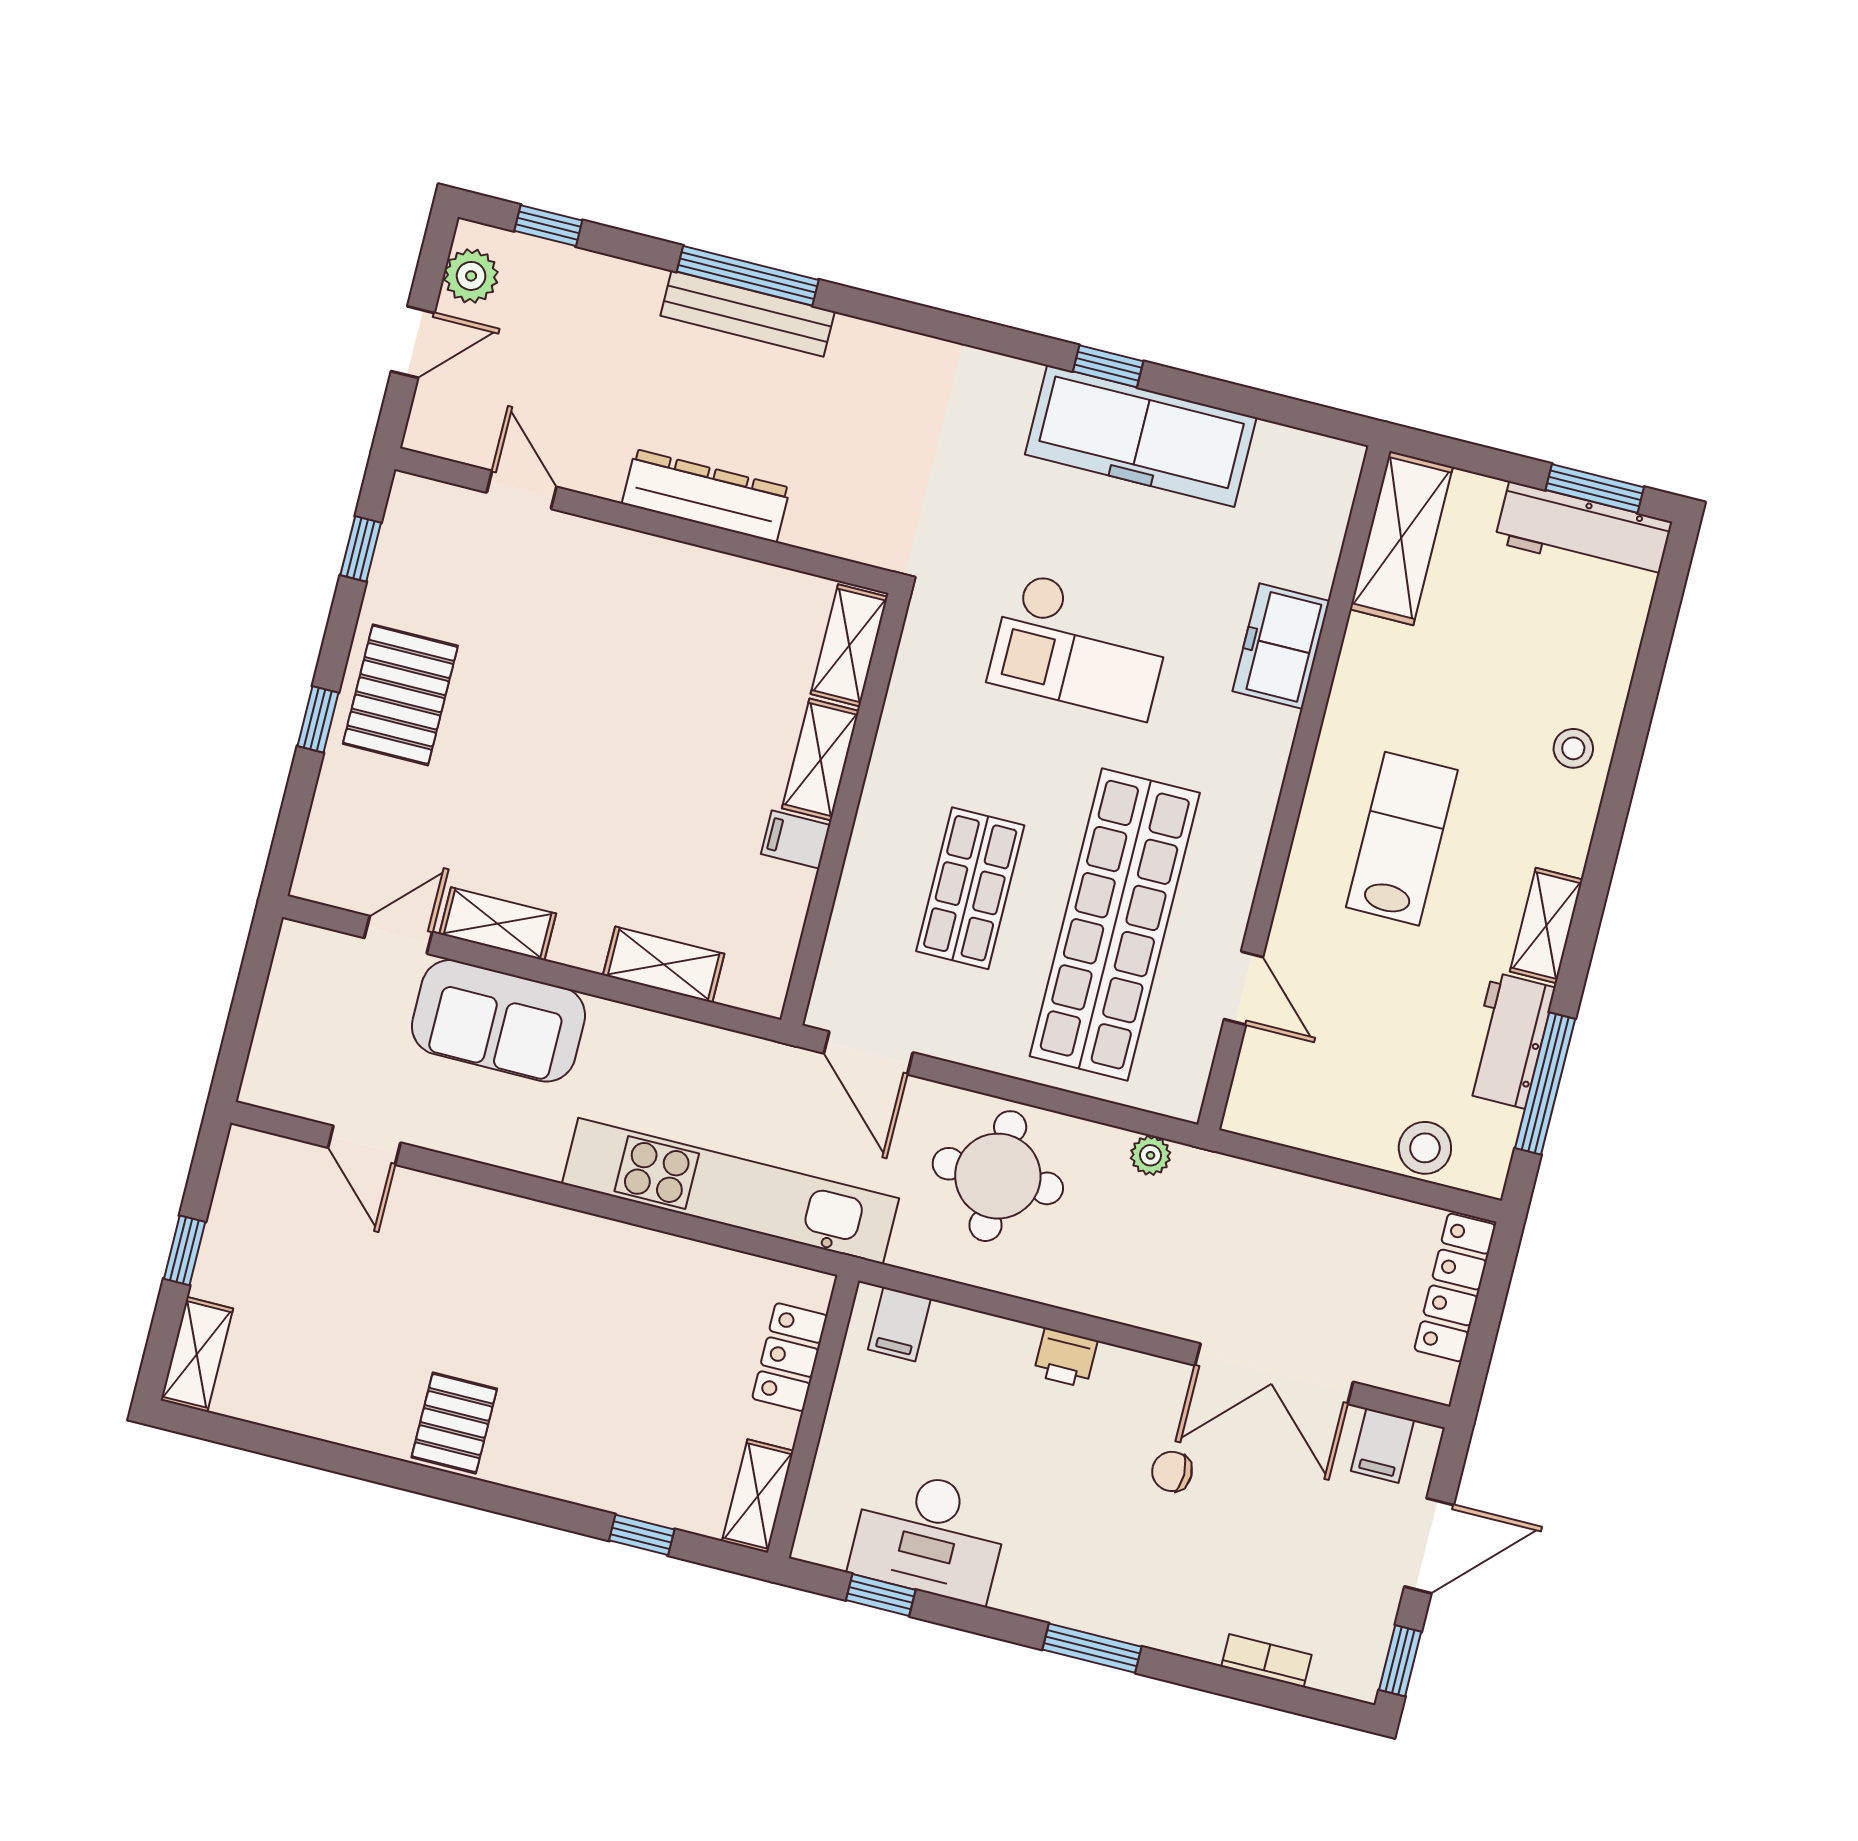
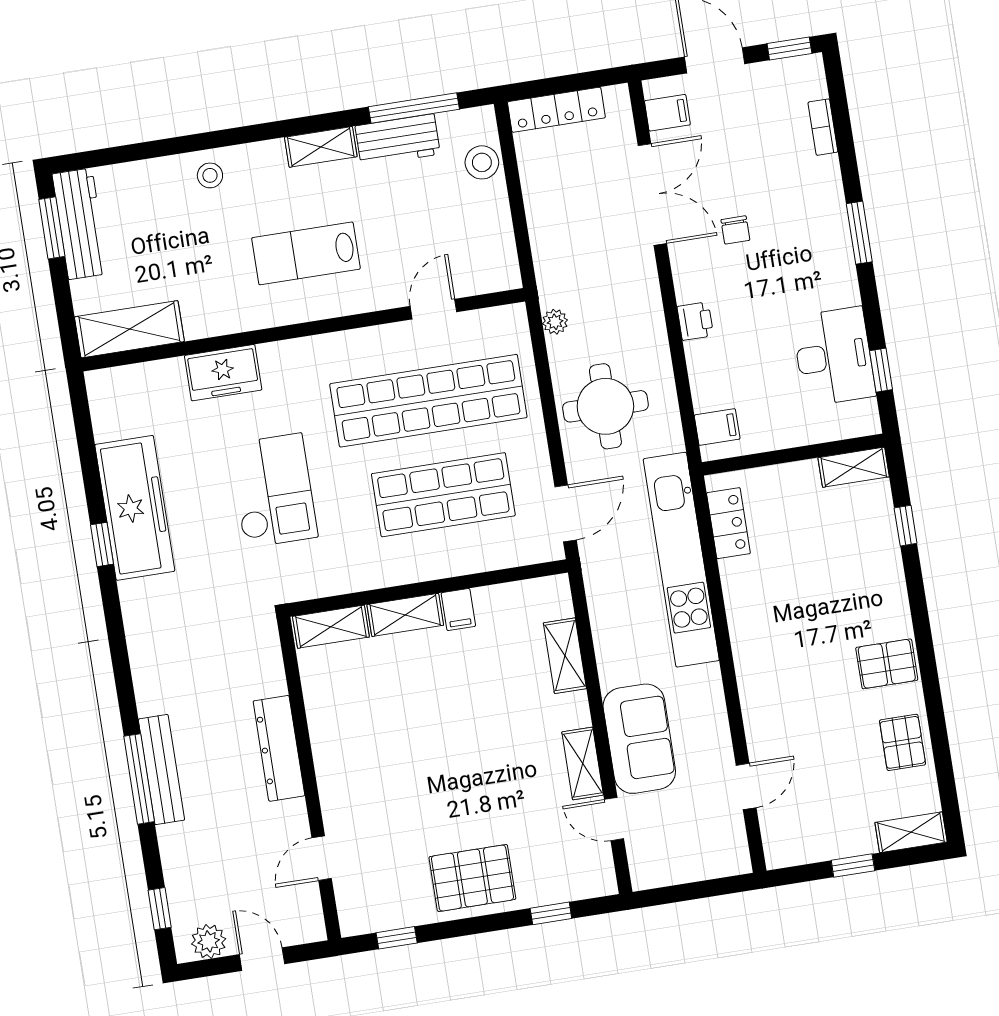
window: (318, 719) -> (551, 913), moved
shop shelf: (970, 888) -> (443, 495), width x1.43, depth x1.36
locker: (790, 1357) -> (728, 523), moved, turned -90
pallet: (331, 1397) -> (903, 742), added

